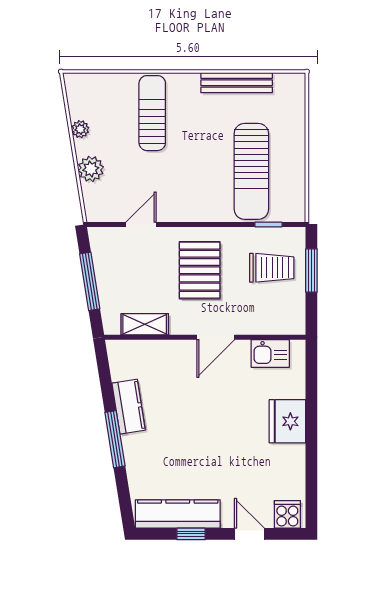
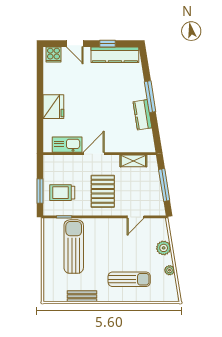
bench: (237, 83) -> (82, 296), width x0.73
sun lounger: (152, 113) -> (129, 279), turned -90
kitchen sink: (270, 353) -> (67, 145), width x1.38

